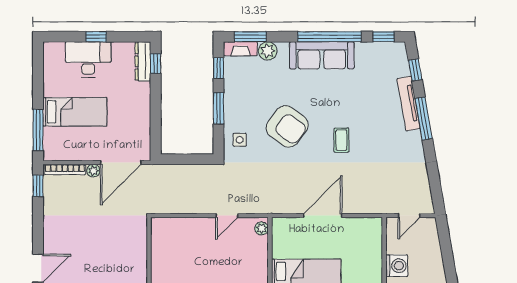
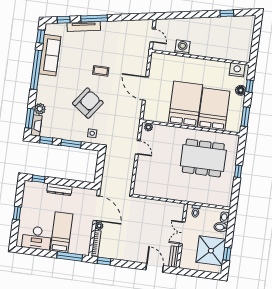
sofa: (322, 55) -> (50, 55), moved
desk: (88, 59) -> (37, 238), moved, turned -90
dresser: (143, 61) -> (59, 189), moved

